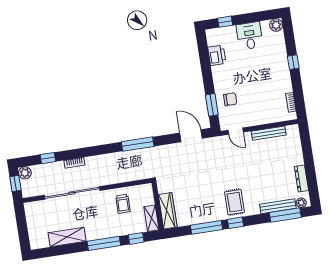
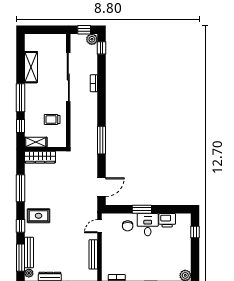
desk: (250, 36) -> (148, 225), moved, turned -90
window: (212, 105) -> (142, 209), moved
window: (48, 158) -> (102, 48), moved
window: (236, 223) -> (21, 226), moved

